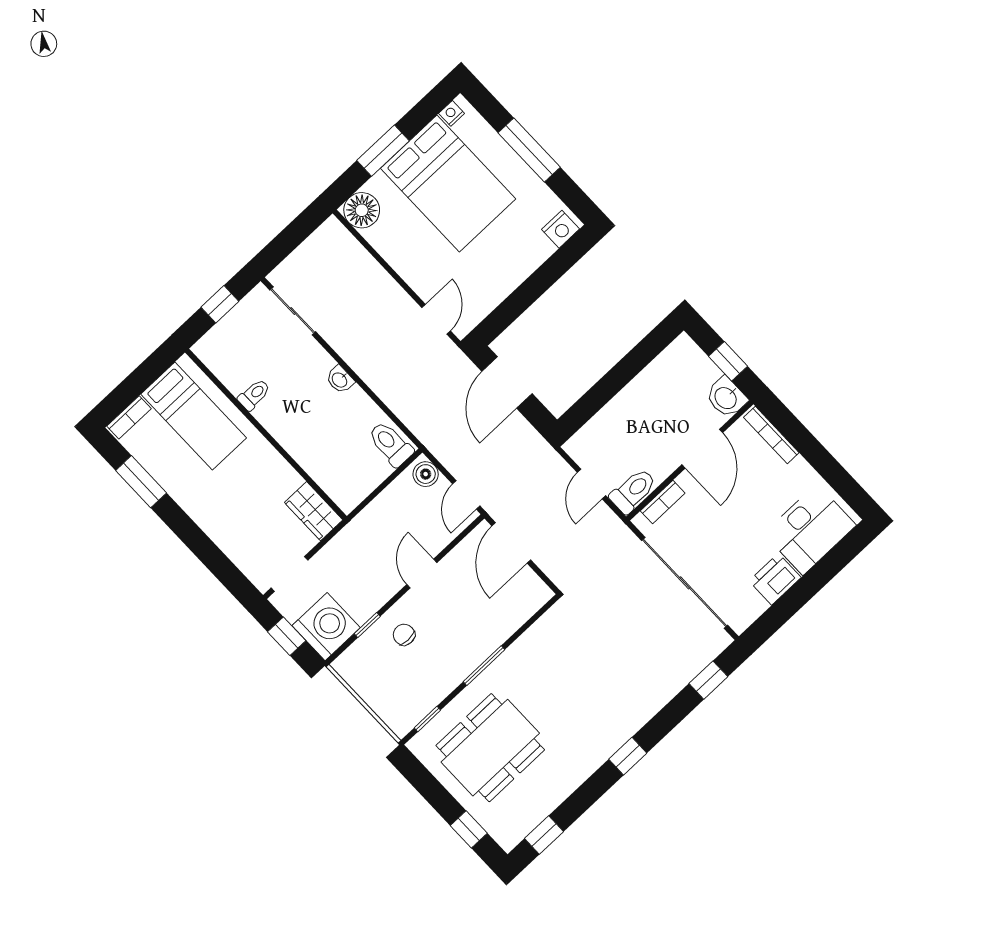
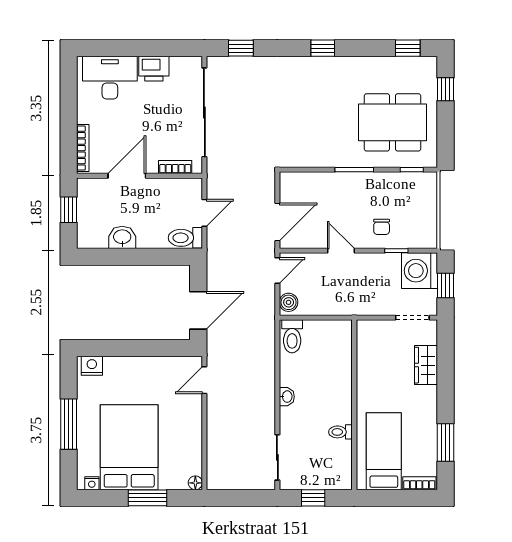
floor lamp: (362, 210) -> (195, 483), width x0.53, depth x0.53
washbasin: (726, 397) -> (122, 237), moved, turned -90
toilet: (633, 491) -> (185, 238), moved
wardrobe: (314, 511) -> (426, 365), moved, turned 180
door: (422, 574) -> (341, 251), swing flipped

